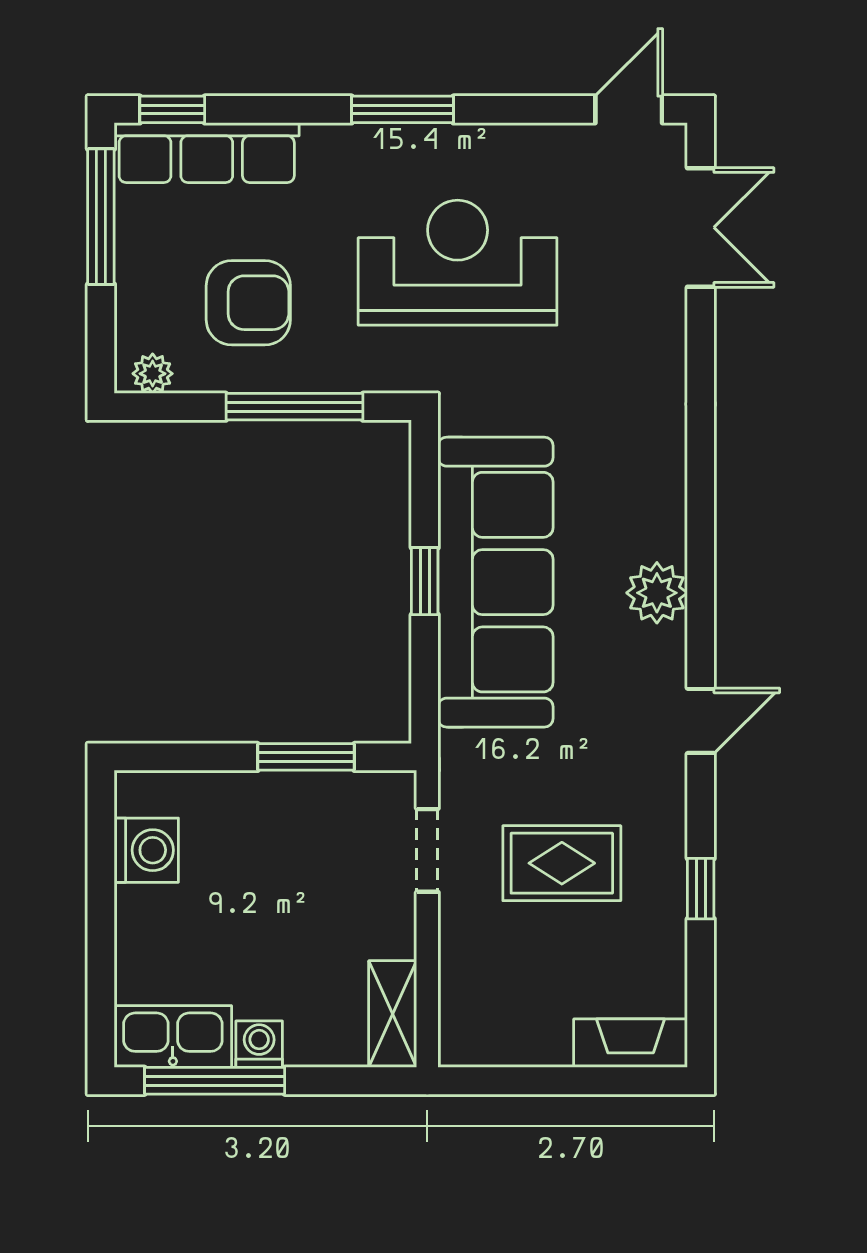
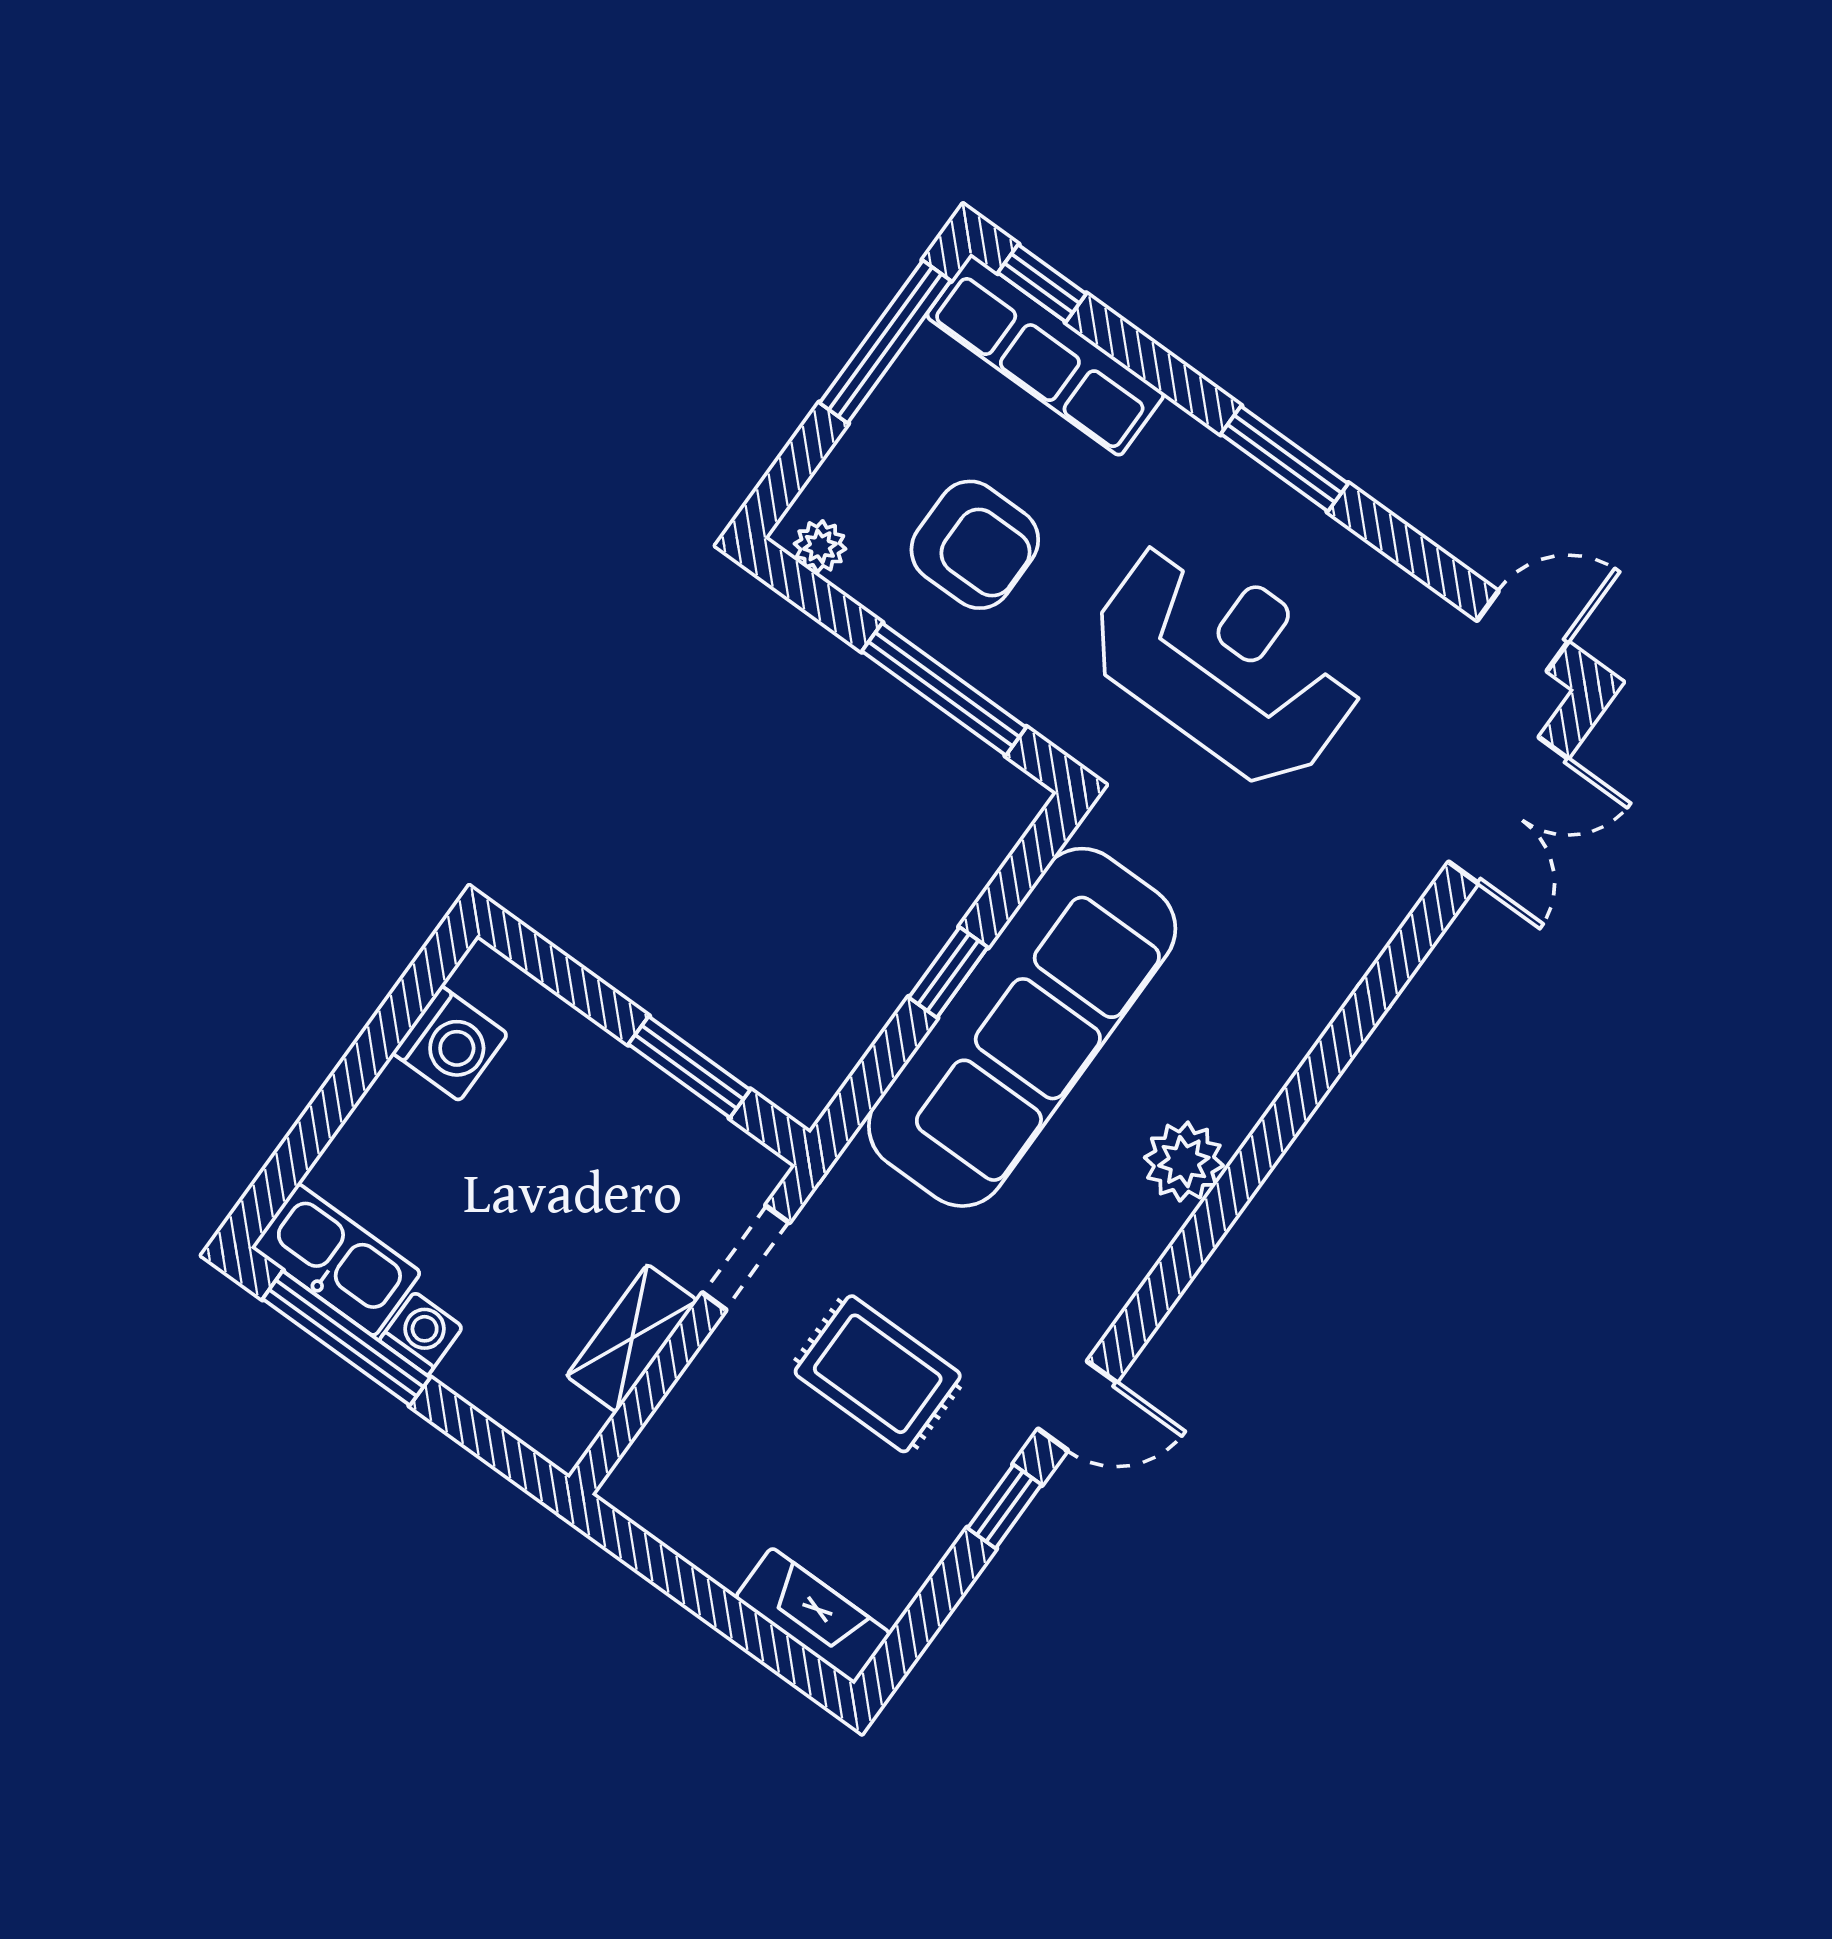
door: (701, 721) -> (1077, 1406), moved
shelving: (393, 1014) -> (632, 1338), moved

